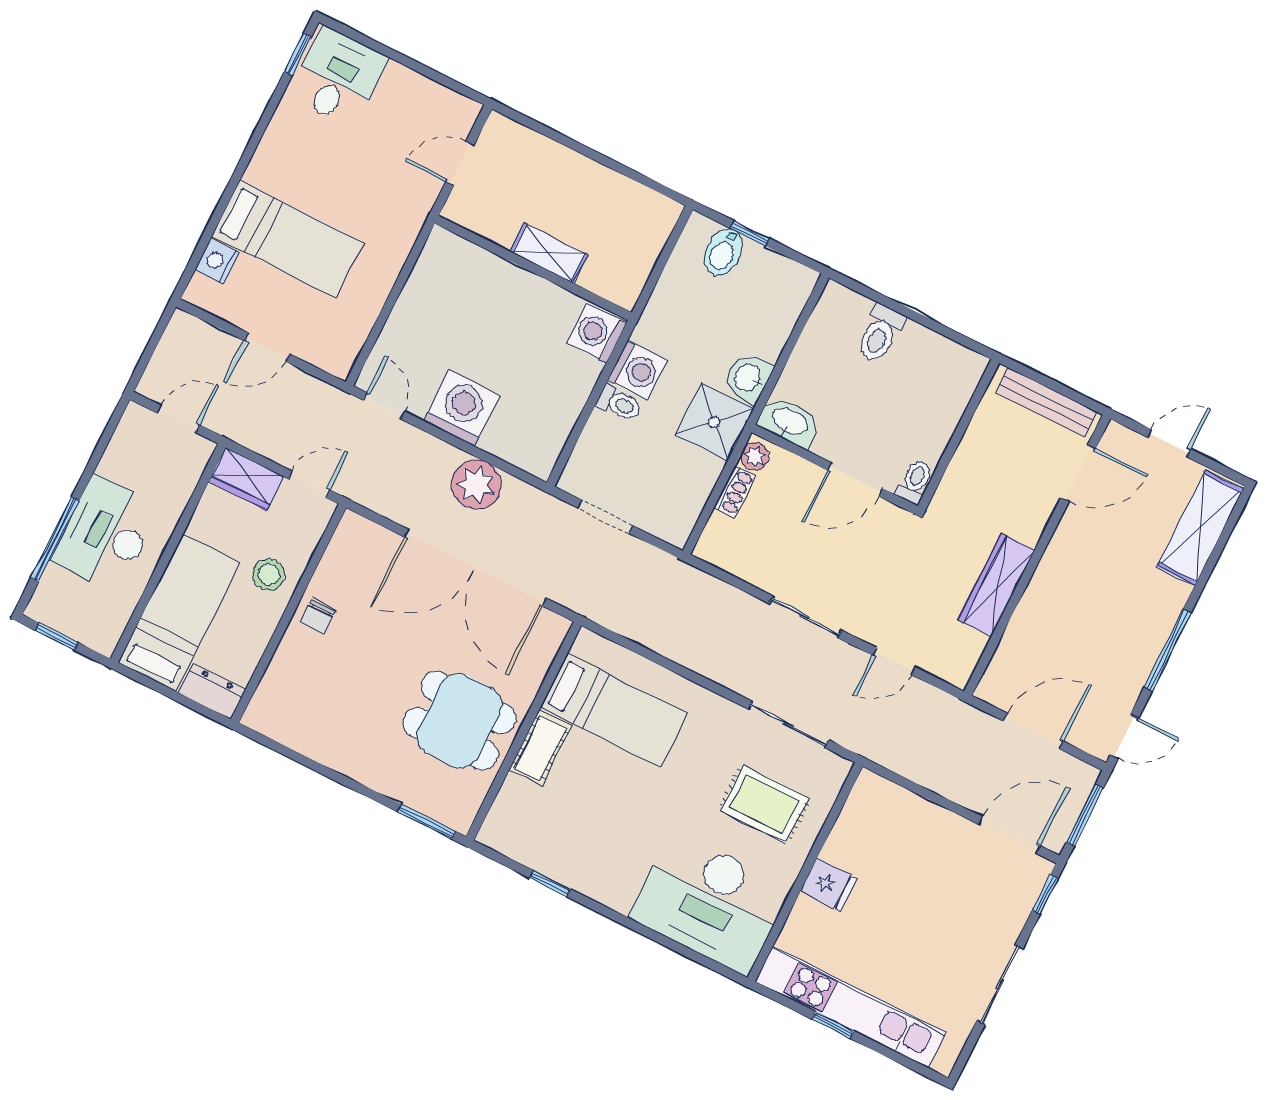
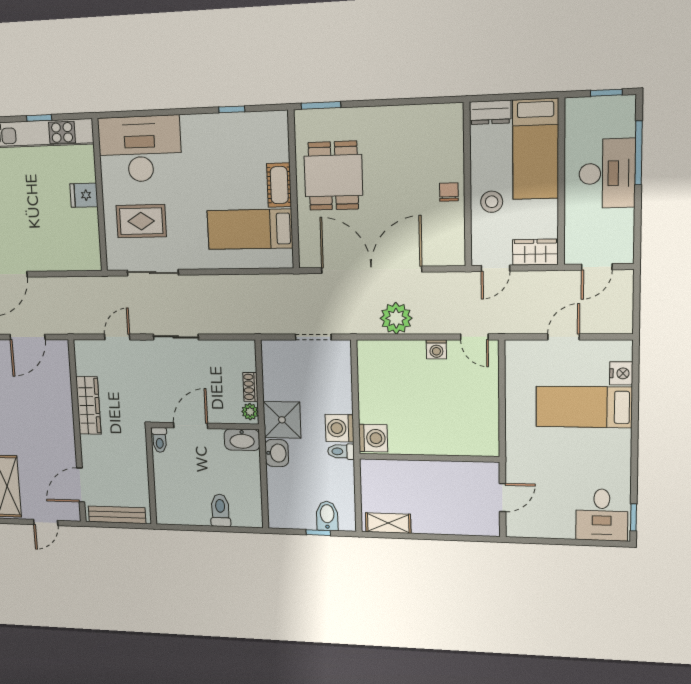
shelving: (549, 253) -> (388, 523), moved
toilet: (619, 403) -> (341, 451), moved
washing machine: (461, 408) -> (436, 349), width x0.53, depth x0.53
dining table: (459, 721) -> (333, 176), turned 90

